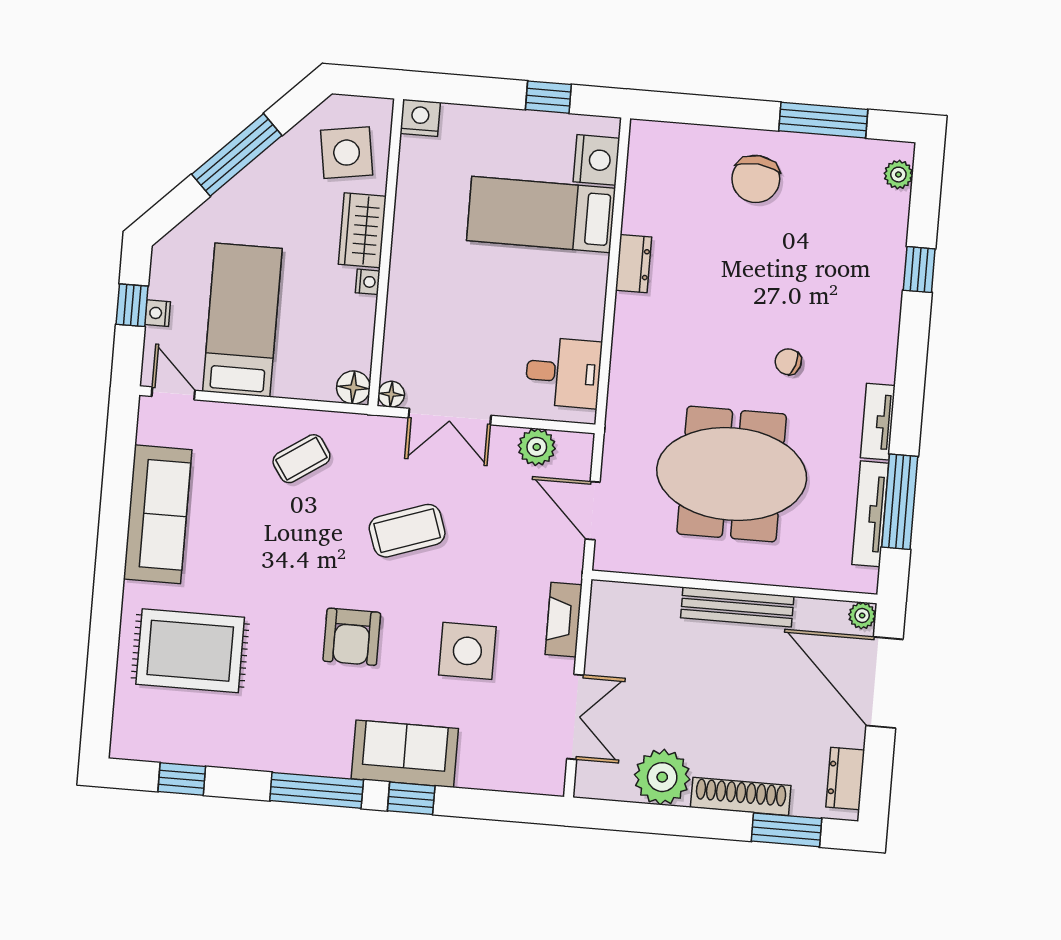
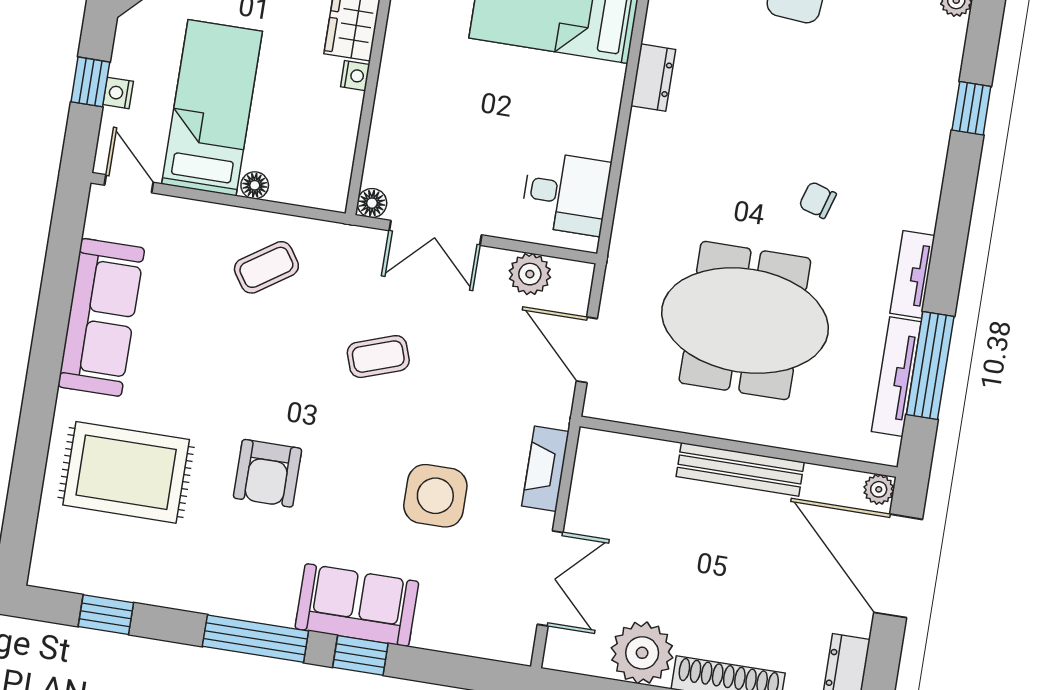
floor lamp: (353, 387) -> (255, 185), moved, width x0.73, depth x0.73
coffee table: (407, 531) -> (378, 357), width x0.73, depth x0.77
armchair: (352, 637) -> (267, 473), moved

